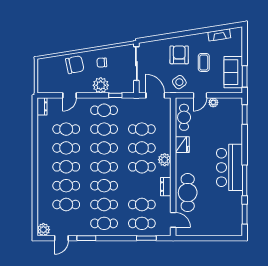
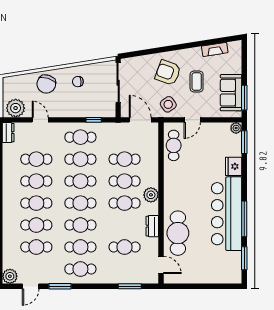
armchair: (179, 55) -> (168, 73), turned -70
chair: (75, 65) -> (46, 84), turned 120
plant: (101, 85) -> (16, 108), moved
door: (70, 95) -> (40, 120), swing flipped
plant: (213, 102) -> (236, 128), moved
fridge: (182, 145) -> (234, 166), moved, turned 180
bar counter: (229, 167) -> (227, 214), width x1.36
cafe table: (142, 223) -> (125, 269), removed

